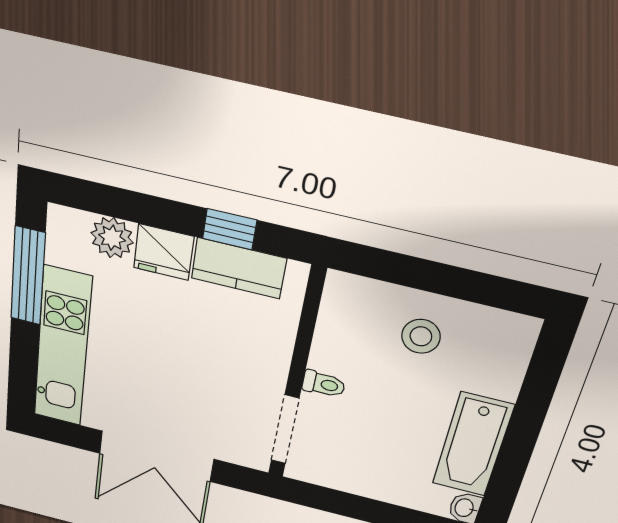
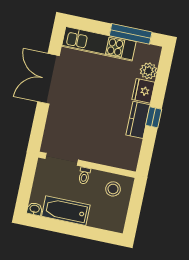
wall: (296, 376) -> (87, 165), moved
toilet: (324, 384) -> (84, 176), moved
doorway: (285, 430) -> (62, 159), moved

